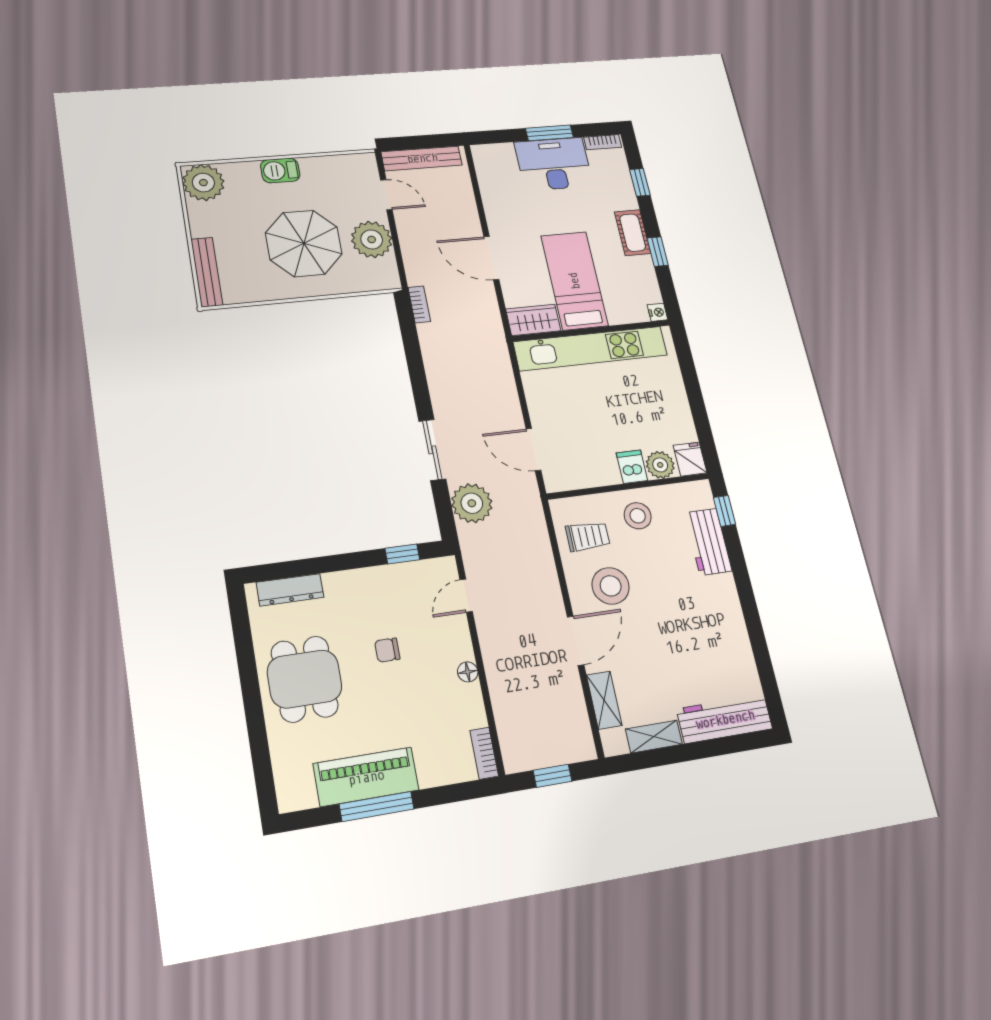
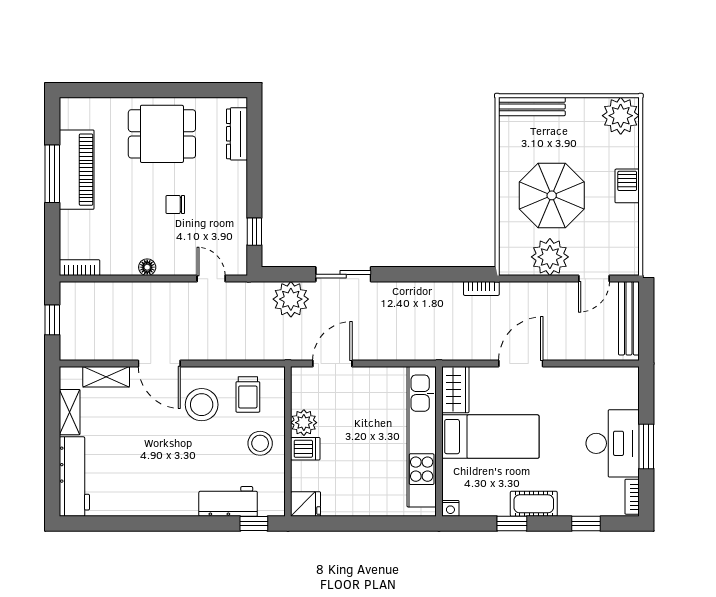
plant: (660, 465) -> (304, 423), moved
chair: (387, 650) -> (175, 204), turned -90

